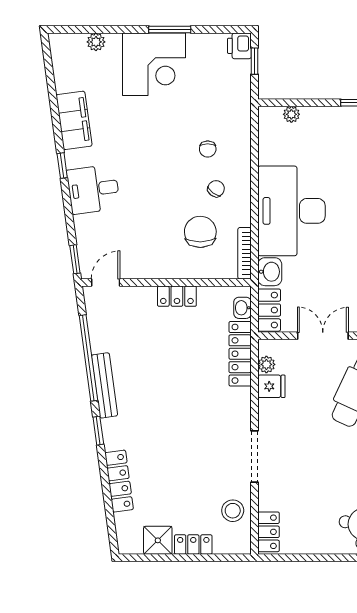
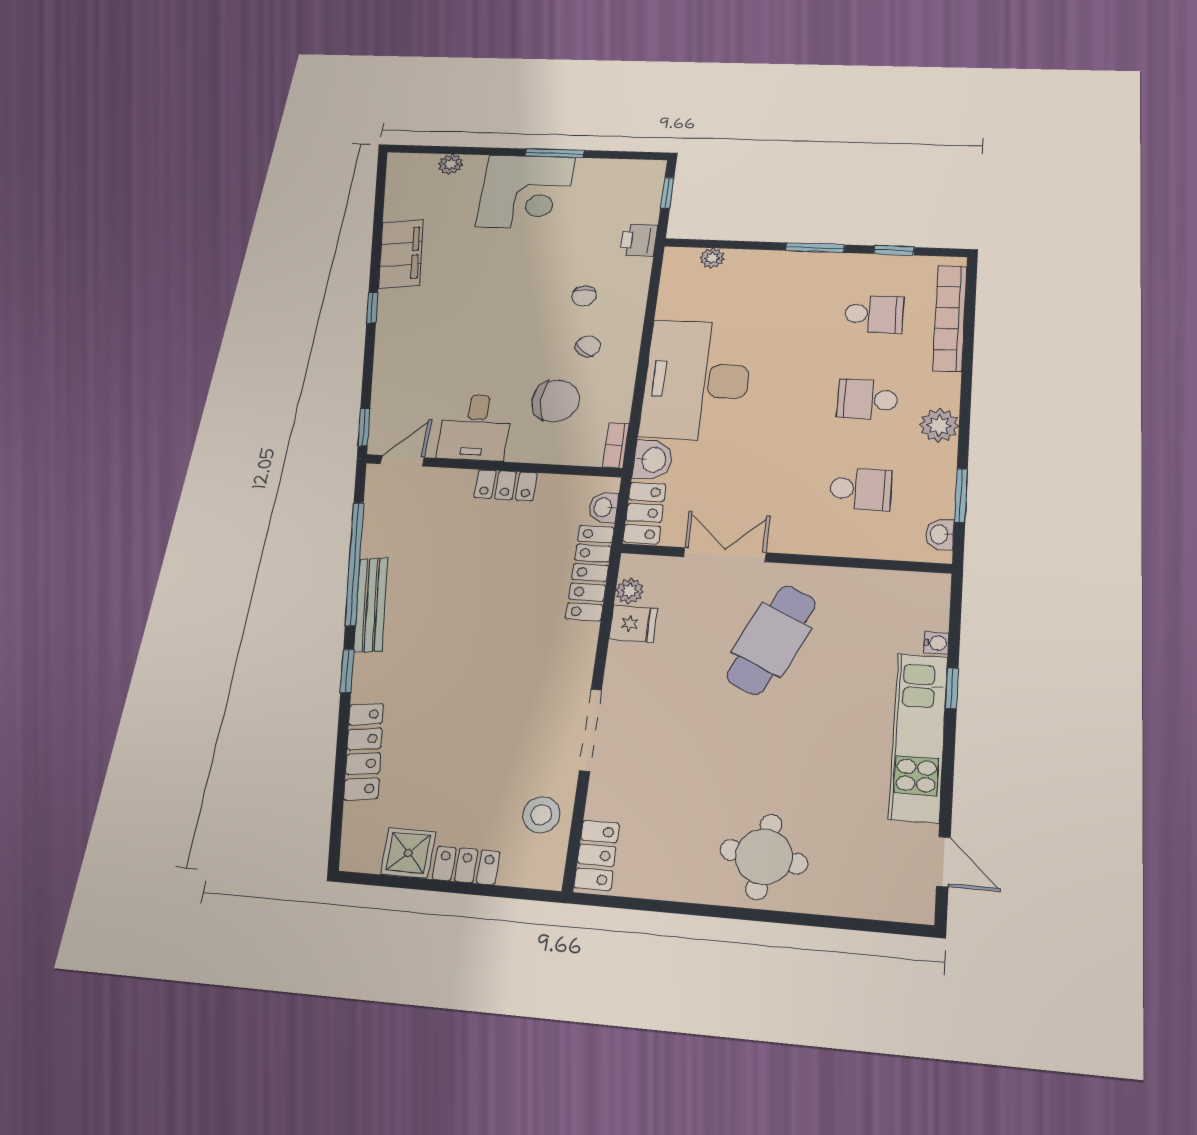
printer: (239, 46) -> (639, 240), moved
desk: (93, 189) -> (475, 427), moved, turned -82
chair: (200, 232) -> (556, 401), turned 91
bookcase: (245, 253) -> (616, 445), width x0.64

